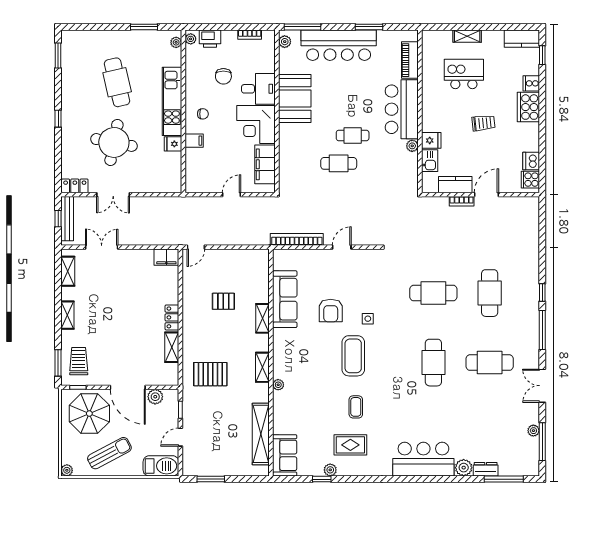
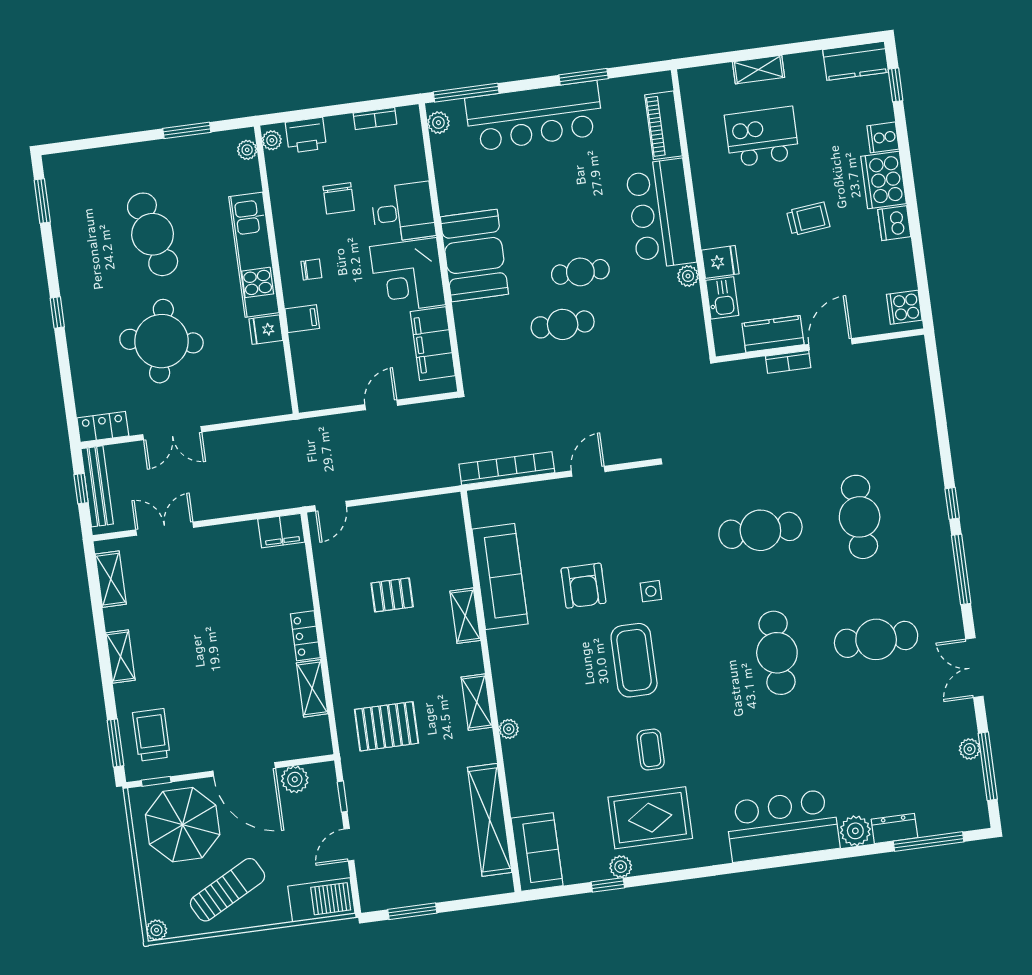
booth: (295, 98) -> (474, 255), moved
dishwasher: (531, 161) -> (894, 223), moved
rug: (350, 445) -> (650, 818), width x1.36, depth x1.43

